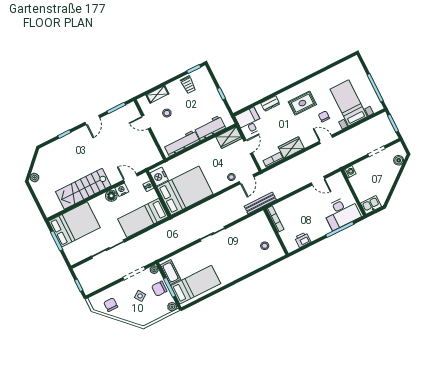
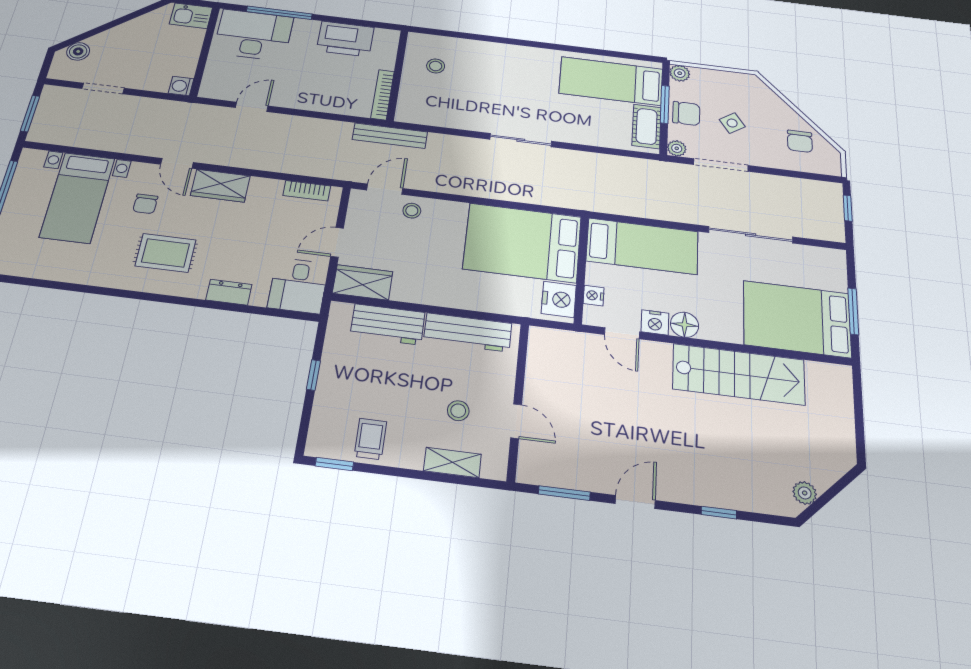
wardrobe: (291, 148) -> (220, 186), moved
plant: (34, 177) -> (805, 493), moved
door: (318, 181) -> (252, 107), hinge flipped
printer: (303, 240) -> (345, 39), width x1.87, depth x1.48

